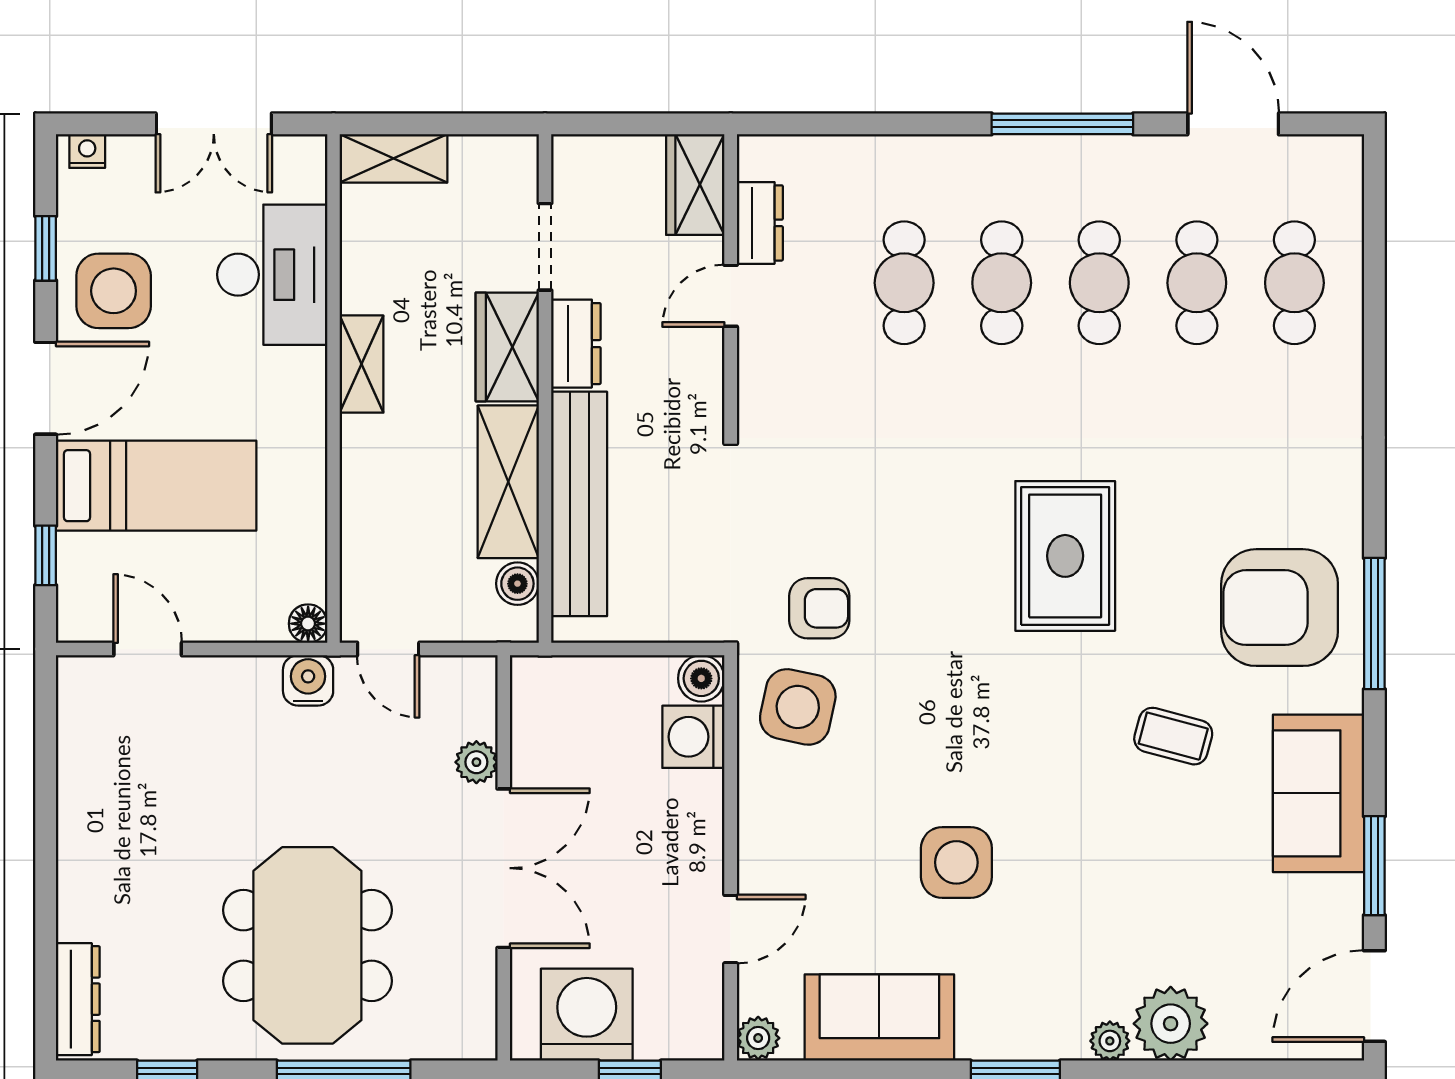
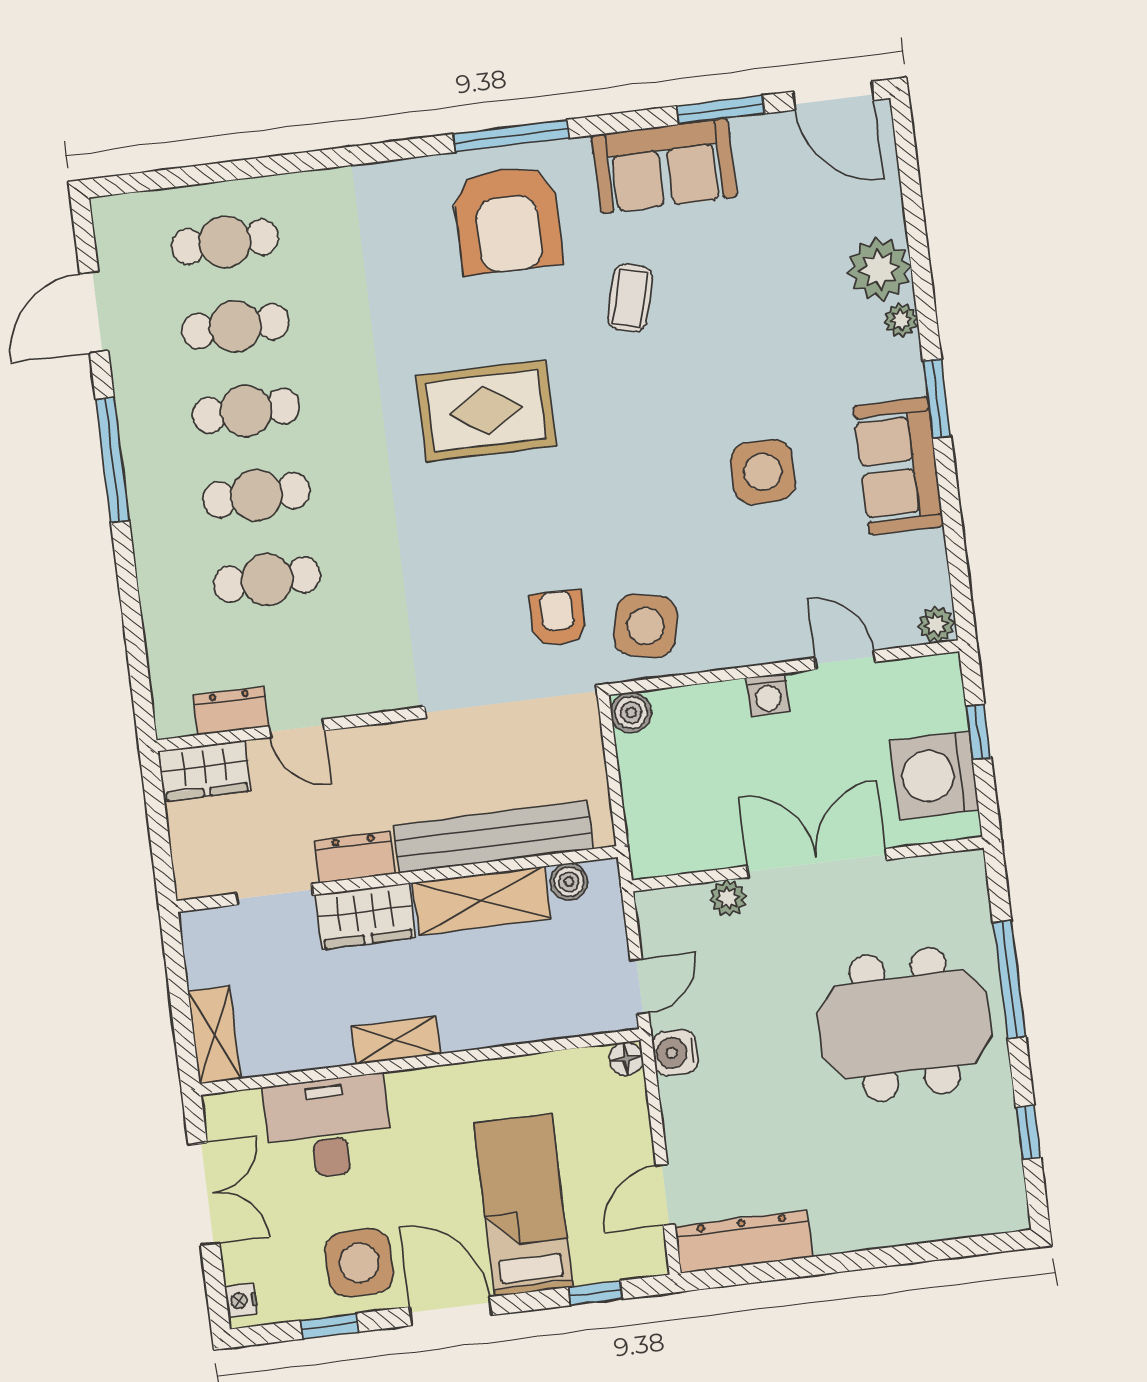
washing machine: (693, 737) -> (768, 695), moved, width x0.73, depth x0.73
dresser: (78, 999) -> (744, 1242), moved, width x1.37, depth x1.24
sofa: (879, 1017) -> (898, 466), moved

